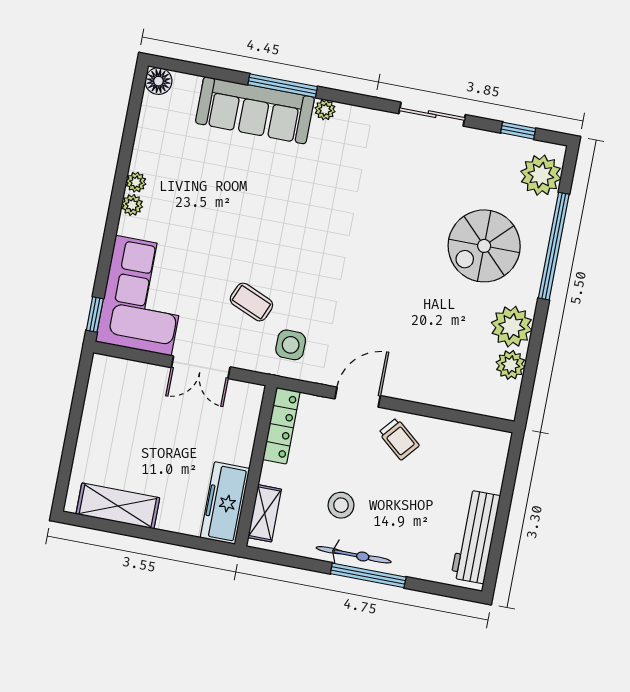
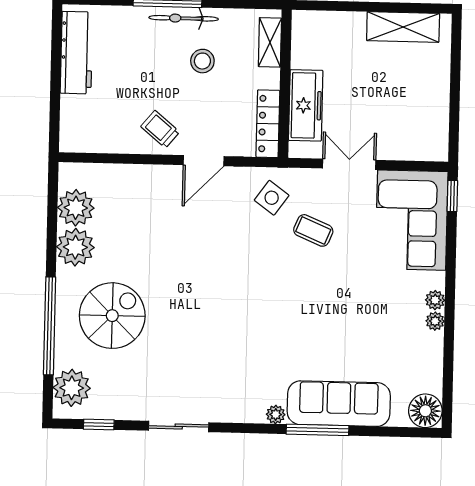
floor lamp: (158, 81) -> (425, 411), width x1.38, depth x1.38
side table: (291, 345) -> (272, 198), turned 36
plant: (511, 365) -> (76, 208), width x1.36, depth x1.36
freezer: (225, 503) -> (306, 105), moved

